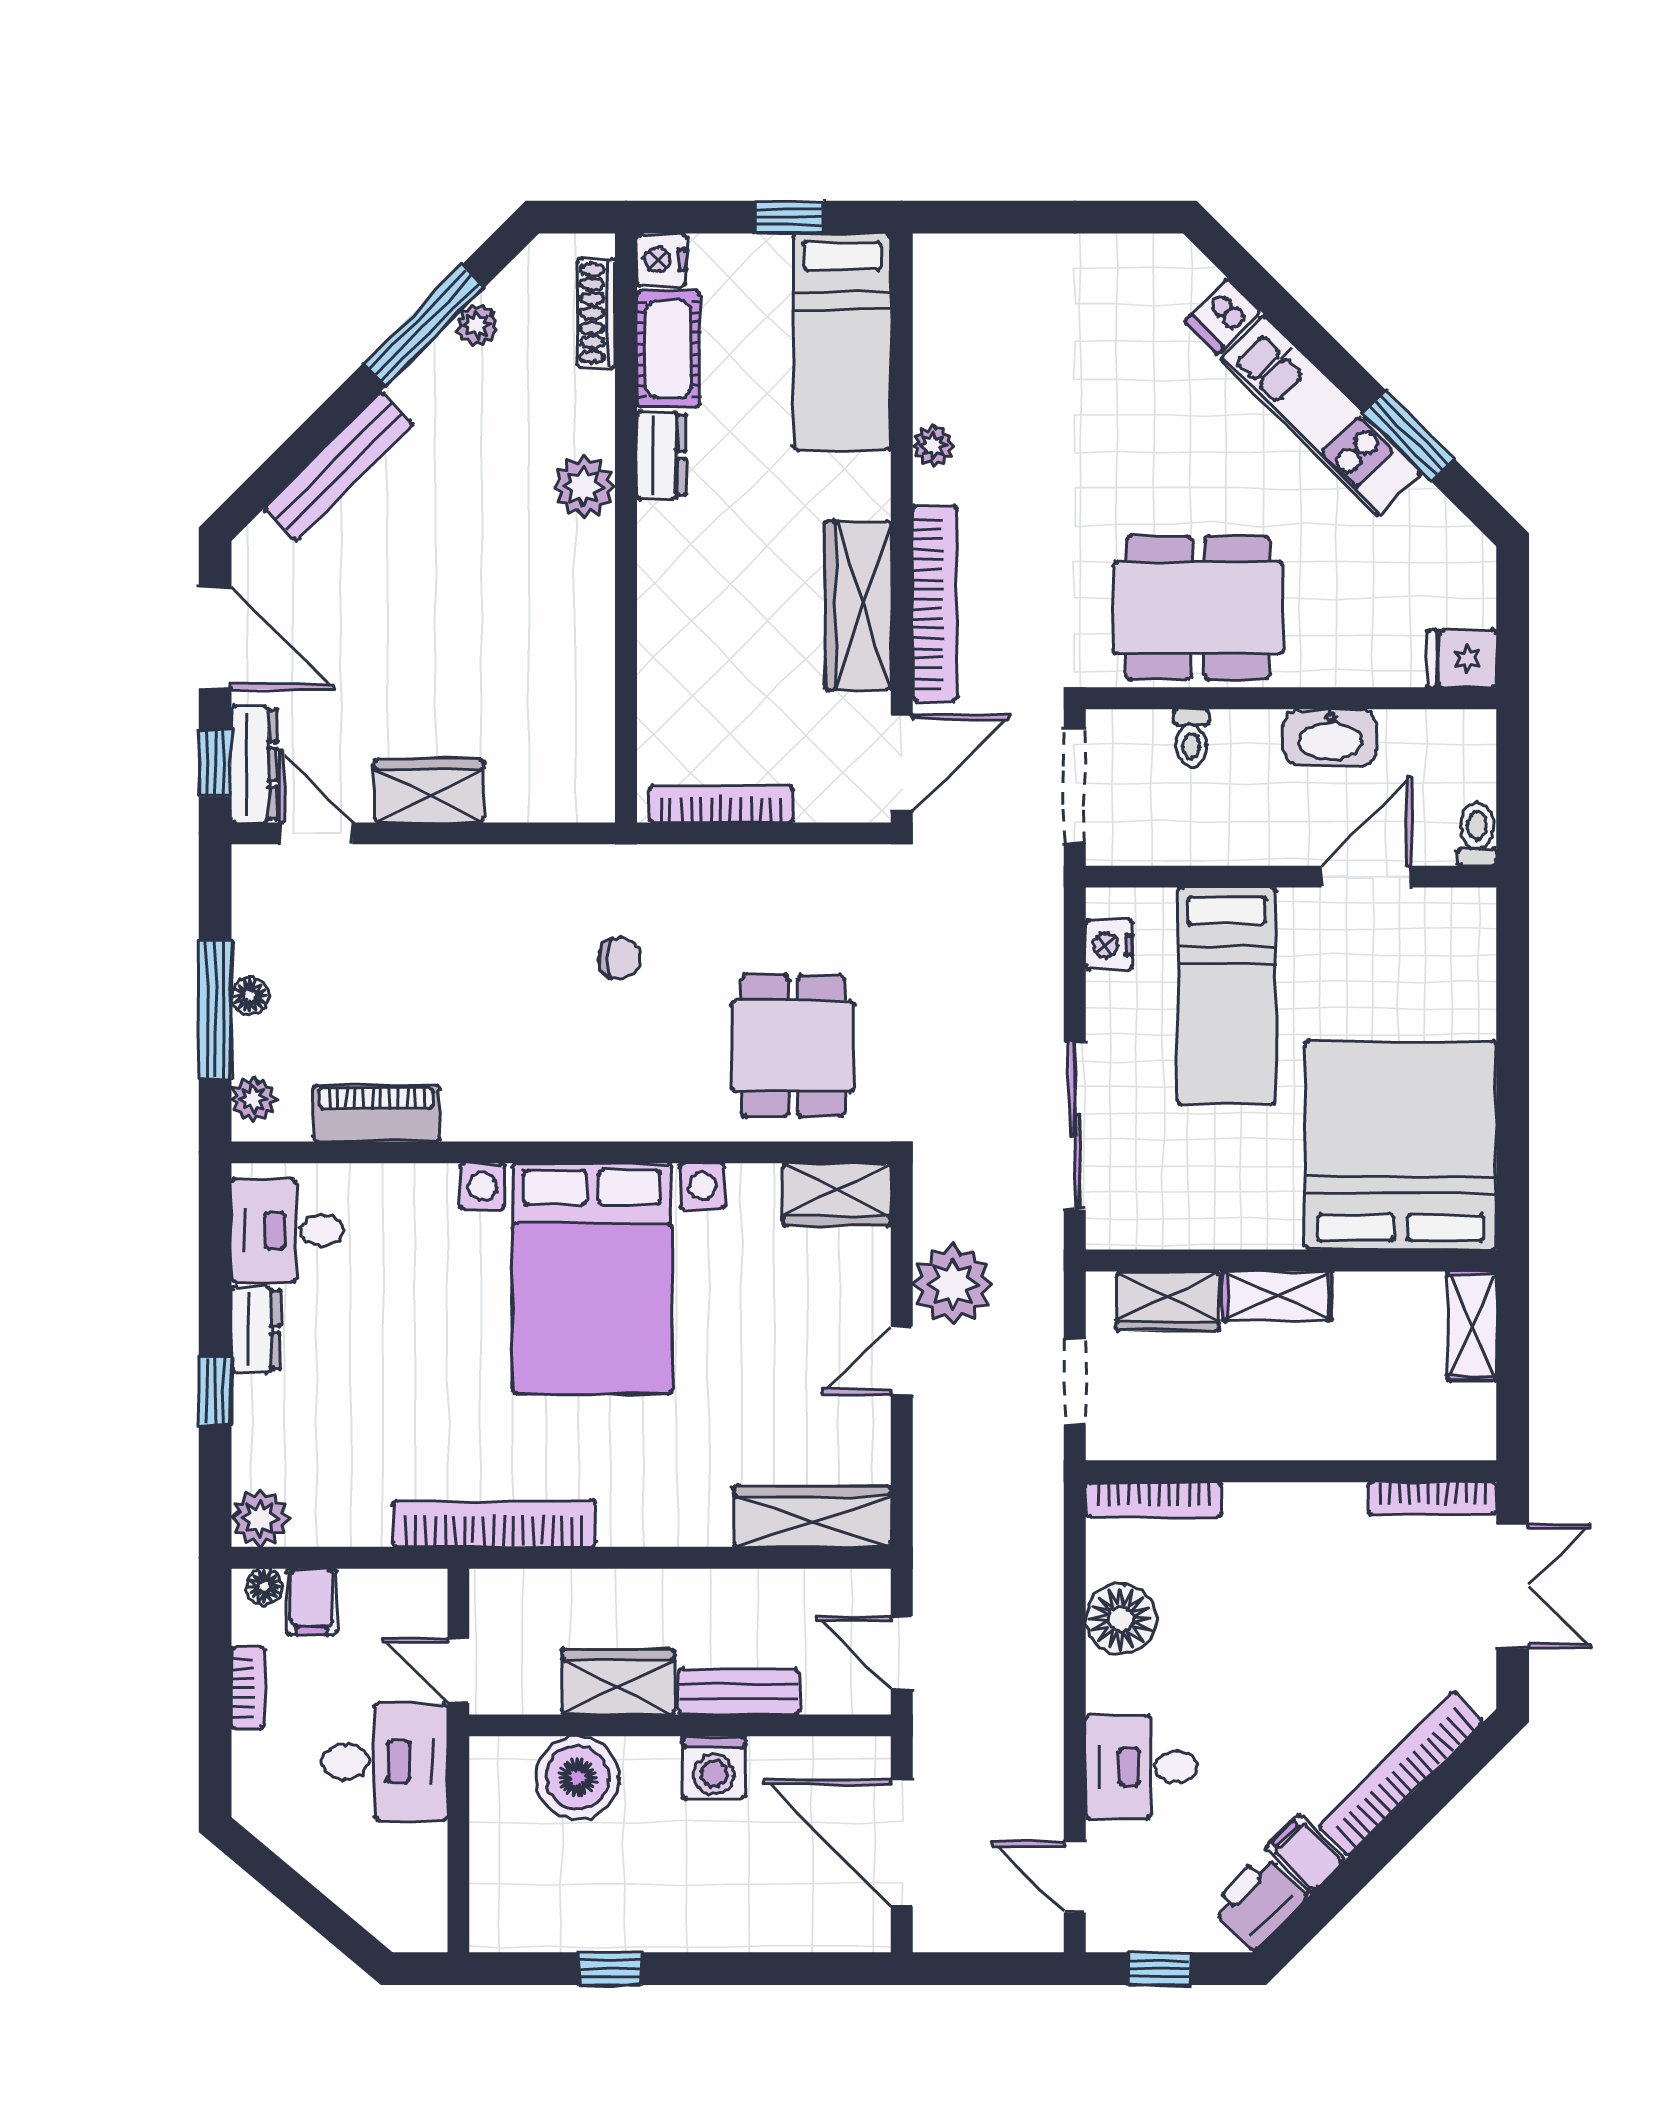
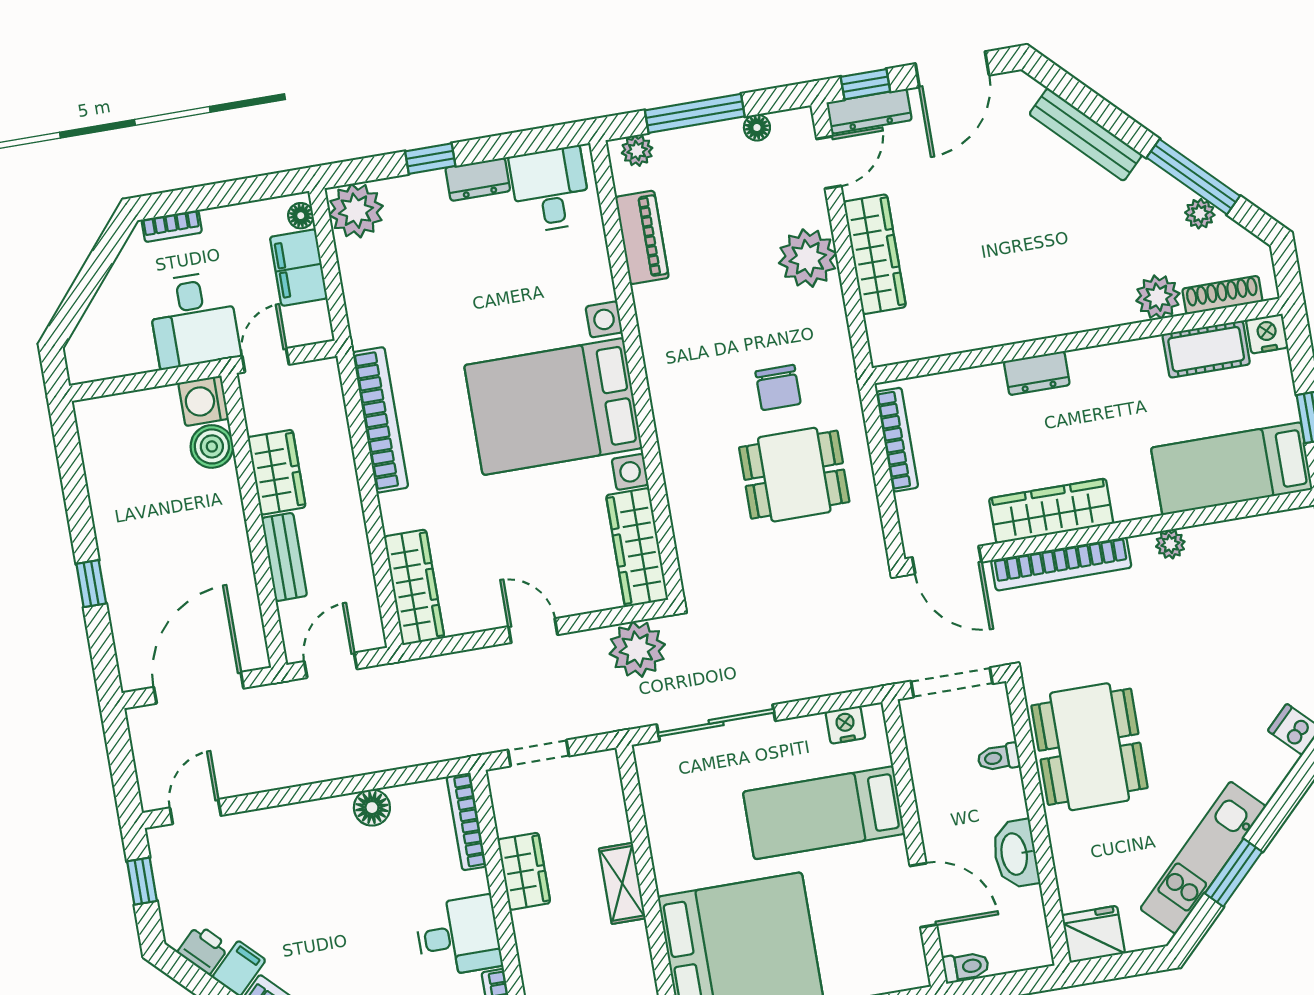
kitchen unit: (1321, 416) -> (1203, 858), moved
dresser: (661, 455) -> (1037, 373), moved
plant: (584, 487) -> (1158, 297), moved
fridge: (1462, 658) -> (1093, 934), width x1.38
wardrobe: (429, 791) -> (875, 254), width x1.50
plant: (445, 886) -> (808, 258), added
chair: (620, 958) -> (778, 388), width x1.37, depth x1.37
floor lamp: (250, 996) -> (757, 127), moved
dining table: (793, 1046) -> (794, 475), moved
wardrobe: (837, 1194) -> (637, 547), width x1.50
plant: (953, 1284) -> (637, 649), moved
wardrobe: (1168, 1301) -> (524, 871), moved, turned 180
plant: (260, 1518) -> (356, 211), width x1.36, depth x1.36
bookcase: (494, 1524) -> (380, 420), moved
filing cabinet: (311, 1602) -> (299, 268), width x2.00
floor lamp: (1121, 1619) -> (372, 808), width x0.73, depth x0.73
bookcase: (248, 1688) -> (172, 226), moved
desk: (1142, 1767) -> (458, 936), moved, turned 90
washing machine: (714, 1768) -> (203, 401), moved
boiler: (578, 1778) -> (212, 446), width x0.73, depth x0.73
printer: (1258, 1902) -> (203, 949), width x0.73, depth x0.81
window: (610, 1969) -> (91, 584), moved

